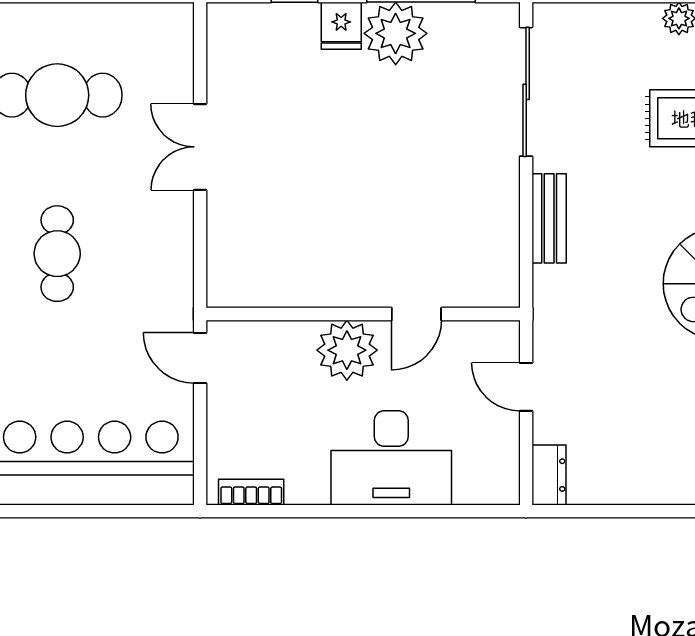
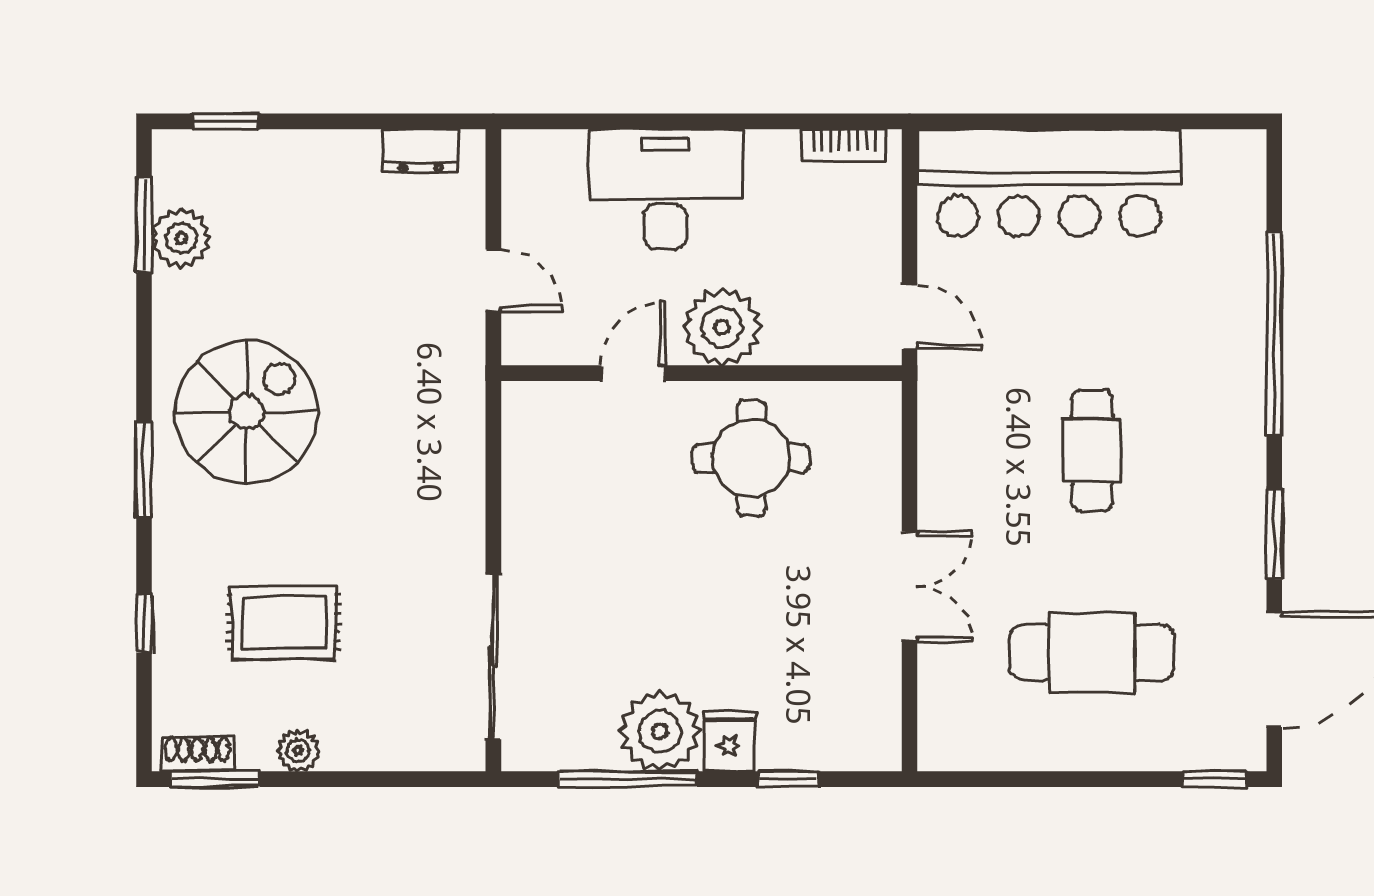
bench: (549, 218) -> (464, 495), removed
round table: (324, 247) -> (751, 458), added
dresser: (549, 475) -> (421, 151), moved, turned -90

